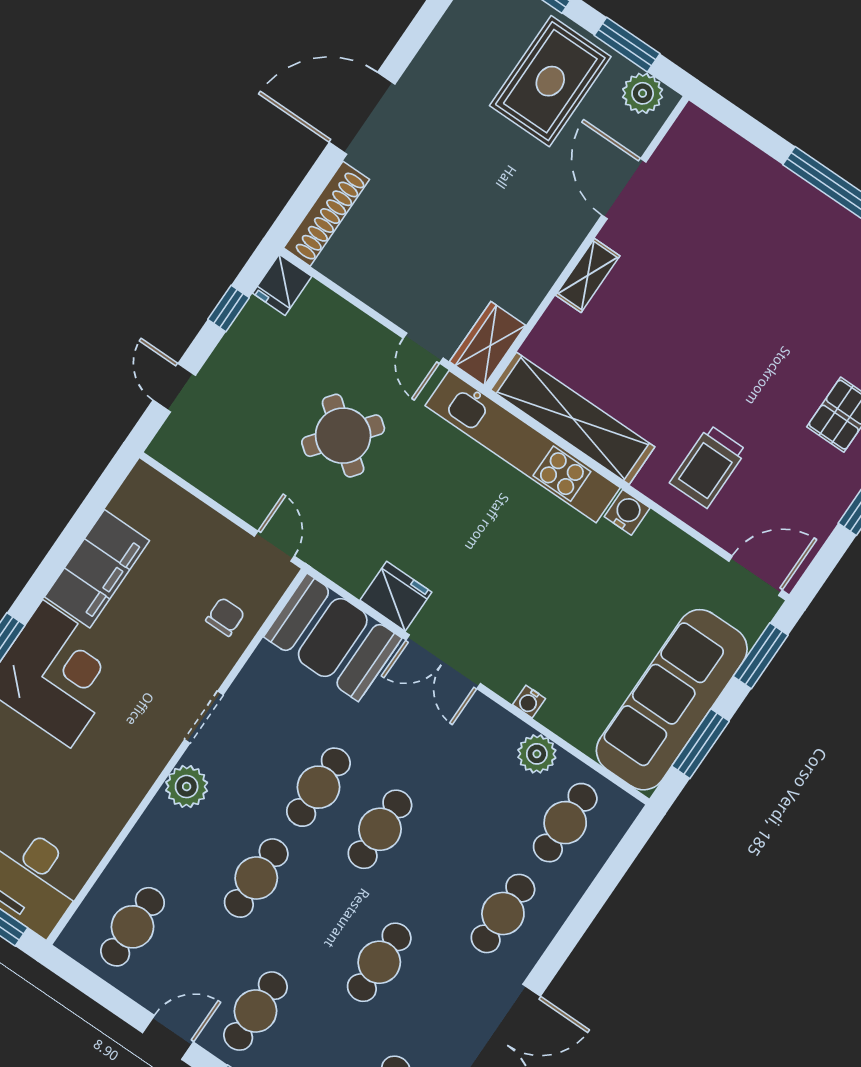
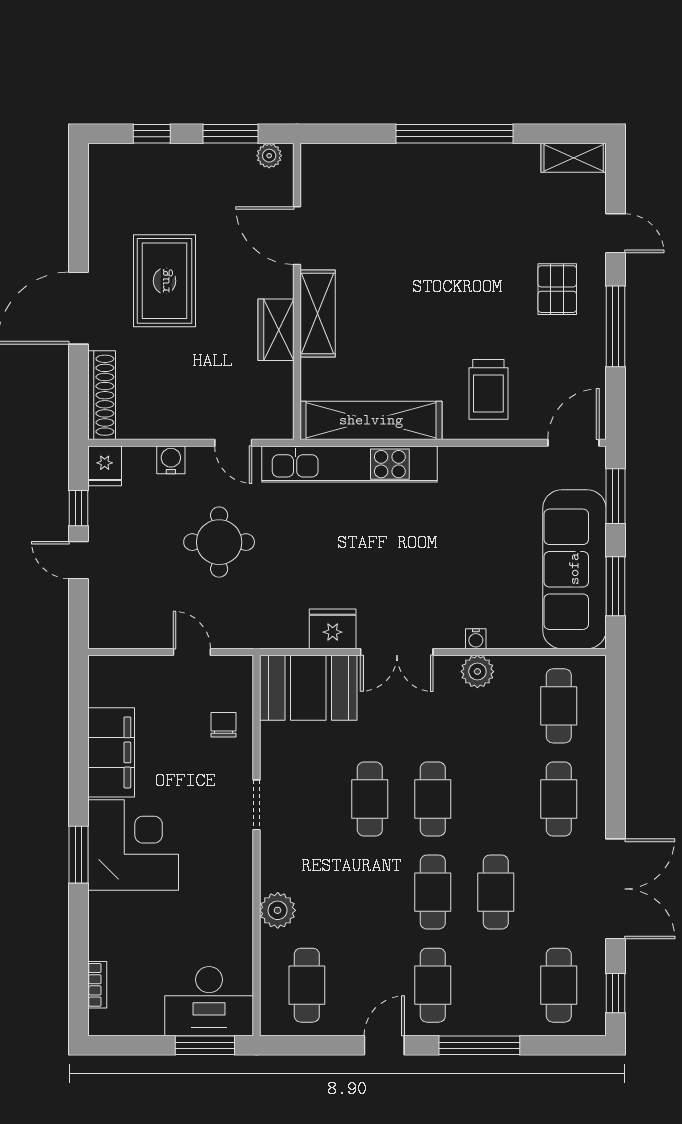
rug: (550, 81) -> (165, 281), moved
plant: (643, 93) -> (269, 156), width x0.73, depth x0.73
shelving: (588, 275) -> (318, 314), width x1.50, depth x1.33
wardrobe: (488, 344) -> (276, 330), moved
door: (174, 388) -> (78, 560), moved
round table: (343, 436) -> (219, 542), turned -38
water cooler: (627, 512) -> (171, 460), moved
door: (274, 546) -> (192, 652), moved
plant: (537, 754) -> (477, 672), moved
plant: (187, 787) -> (278, 910), moved
cafe table: (256, 878) -> (433, 892), moved

